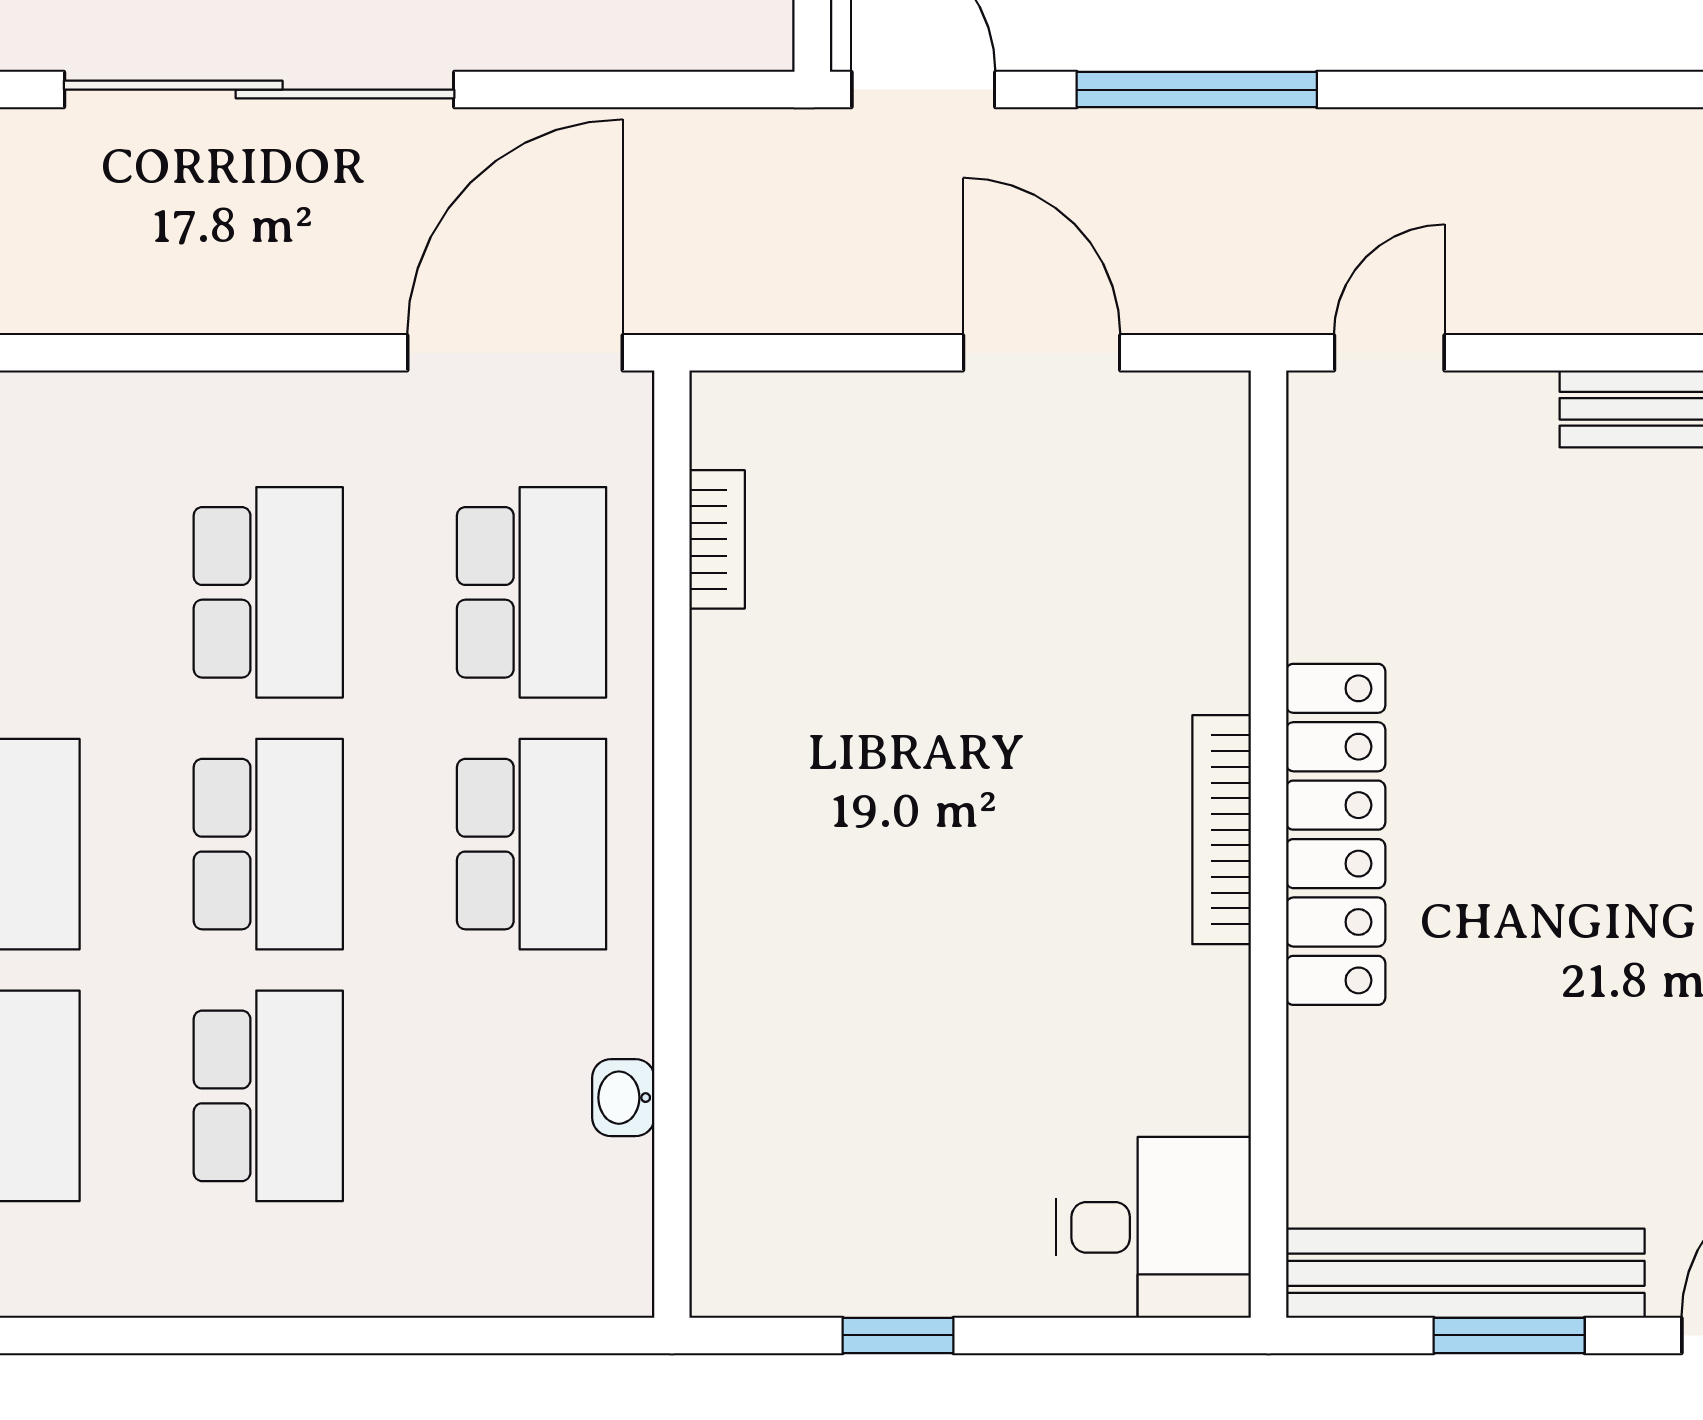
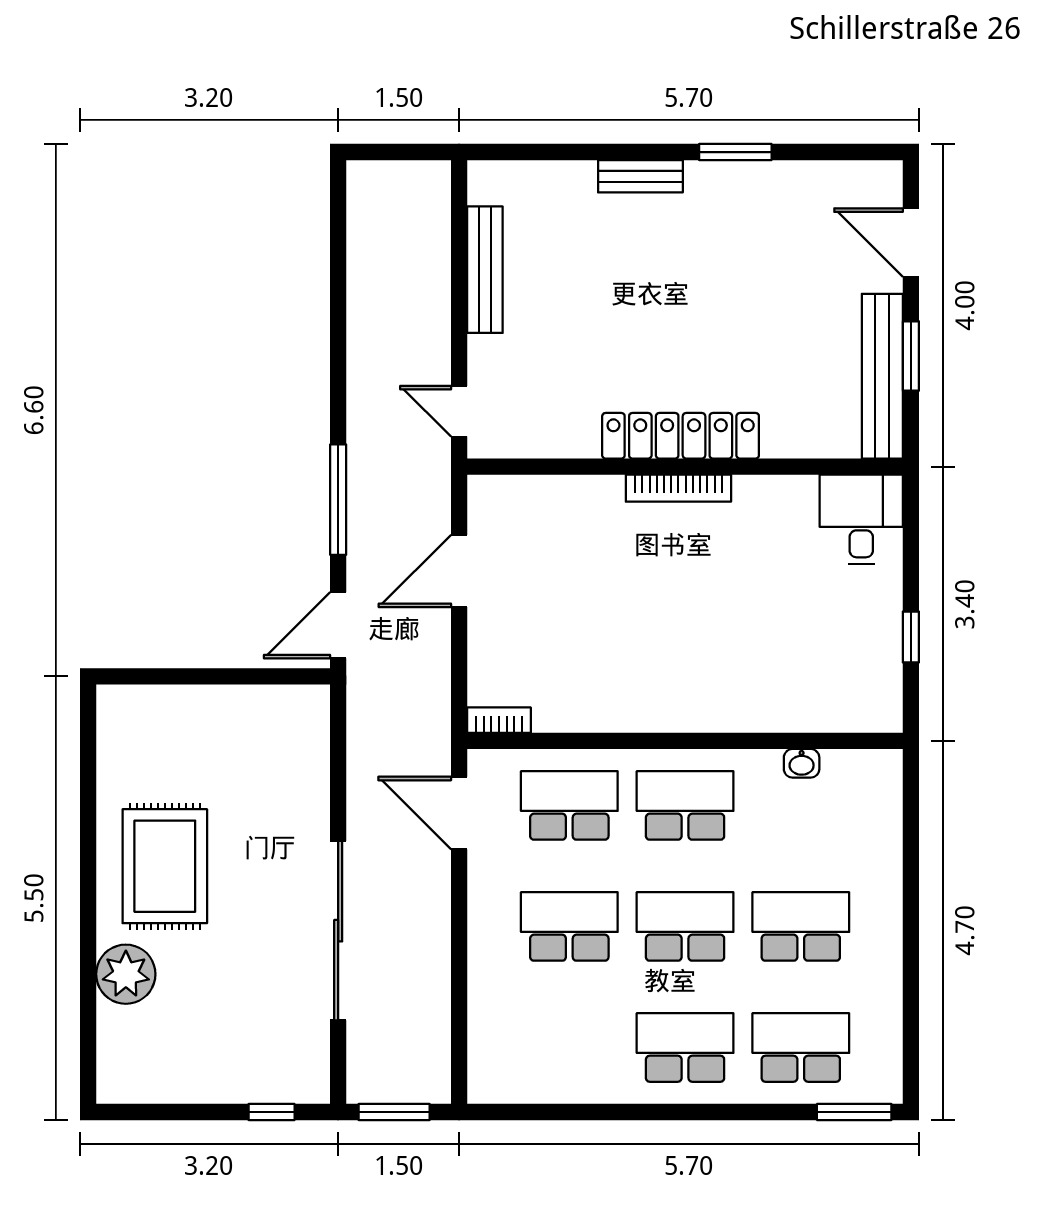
door: (515, 353) -> (459, 813), width x0.73
bookcase: (717, 539) -> (499, 720), moved

